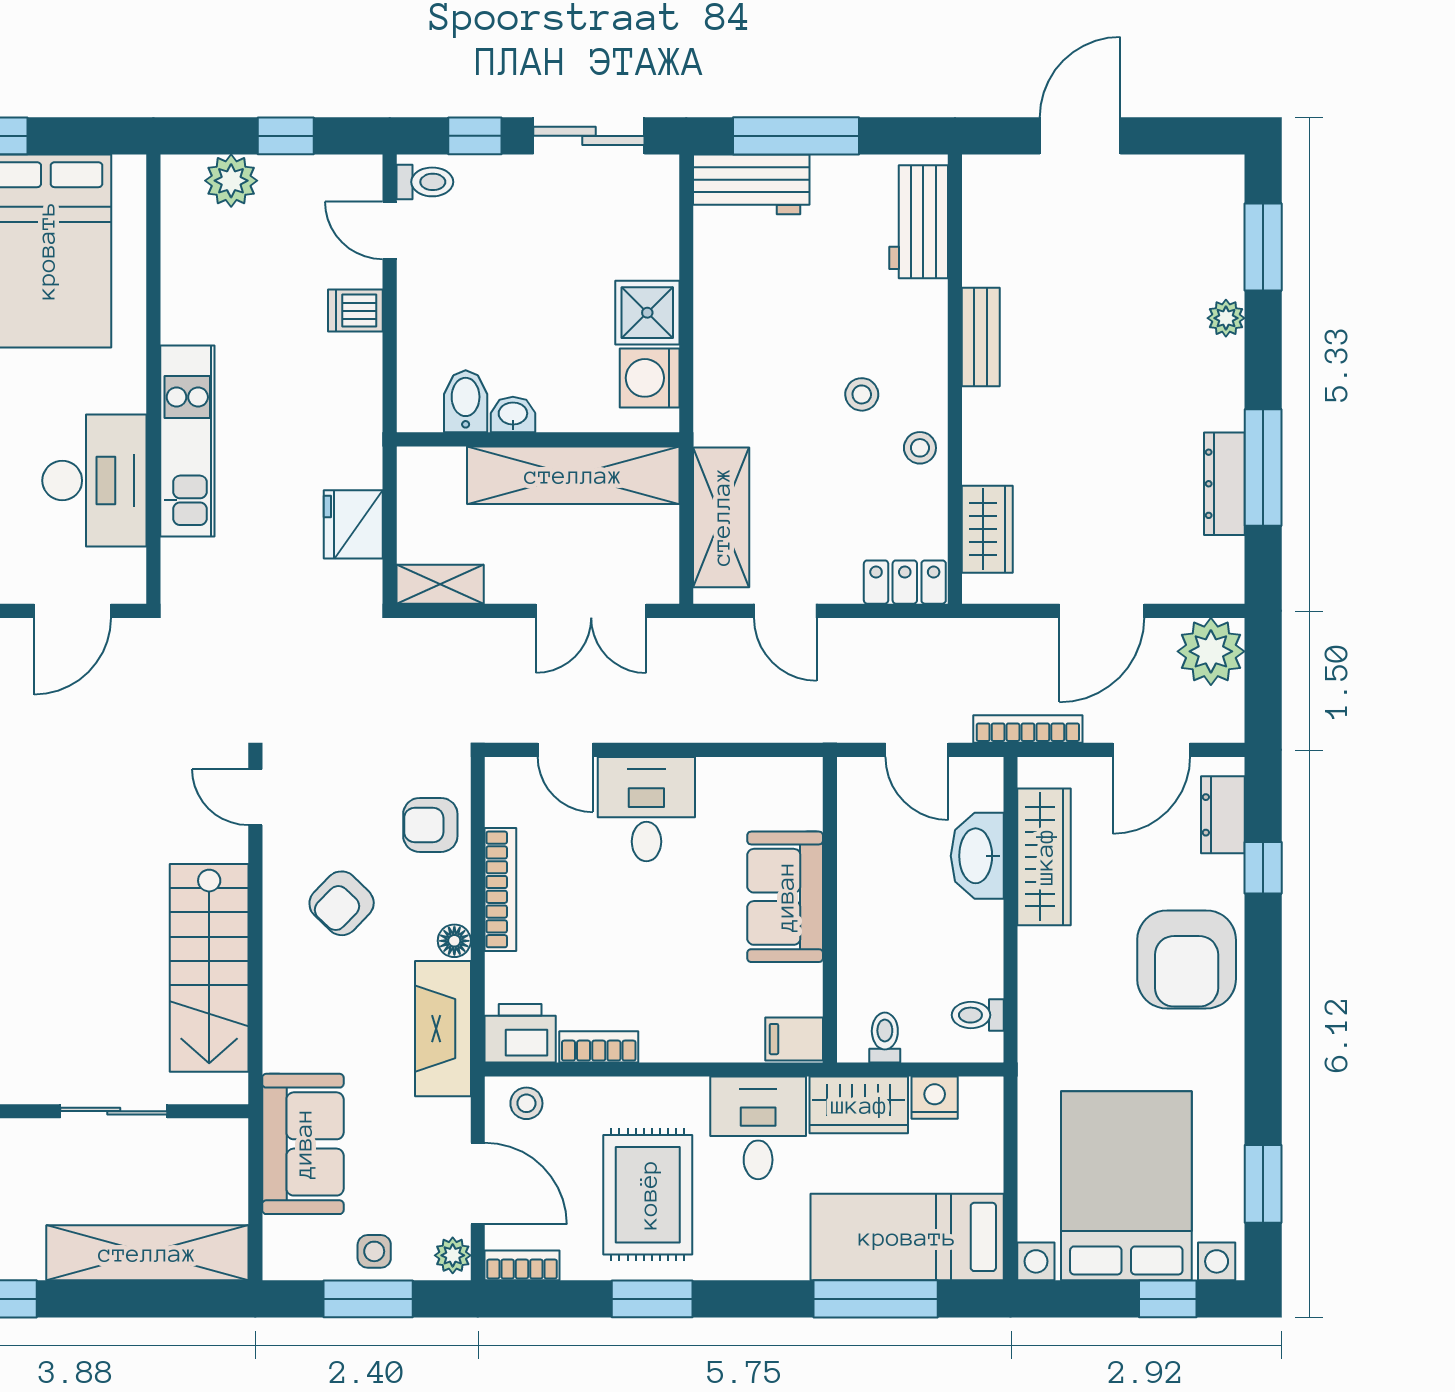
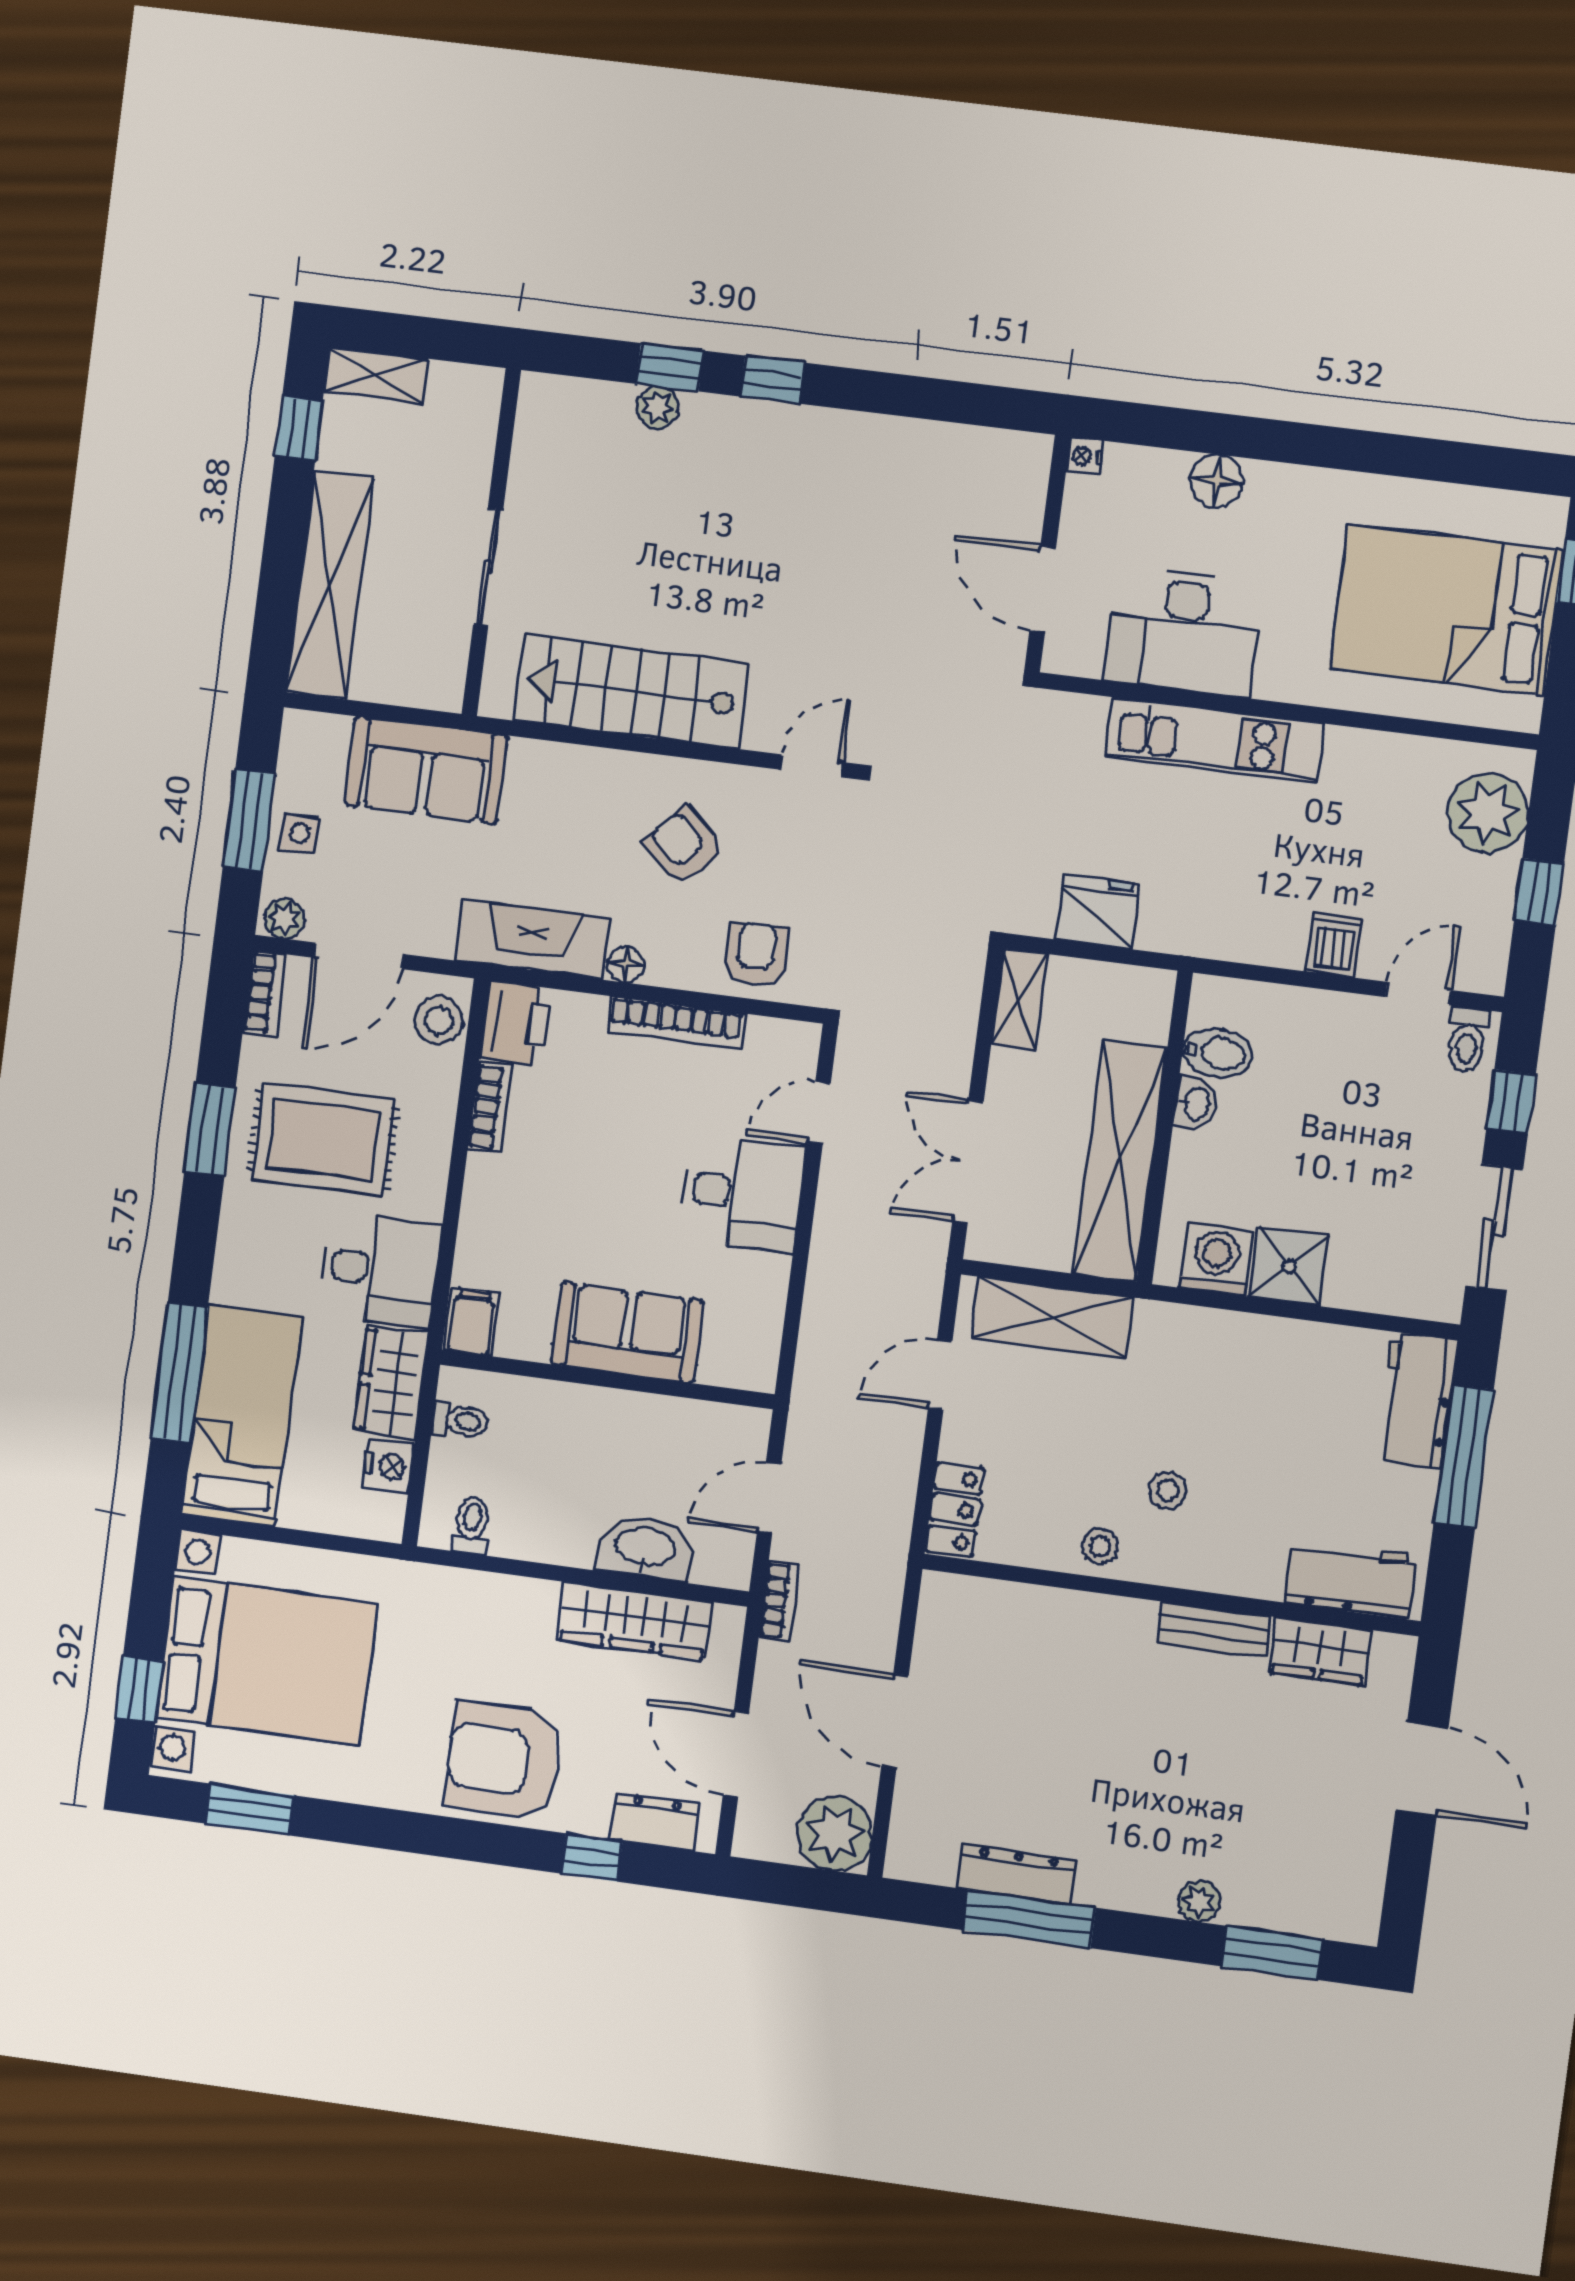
plant: (231, 181) -> (1488, 813), width x1.36, depth x1.36
wardrobe: (987, 529) -> (1320, 1651), moved
bookcase: (1028, 729) -> (779, 1601), width x0.64
stool: (526, 1103) -> (439, 1020), width x1.37, depth x1.37

